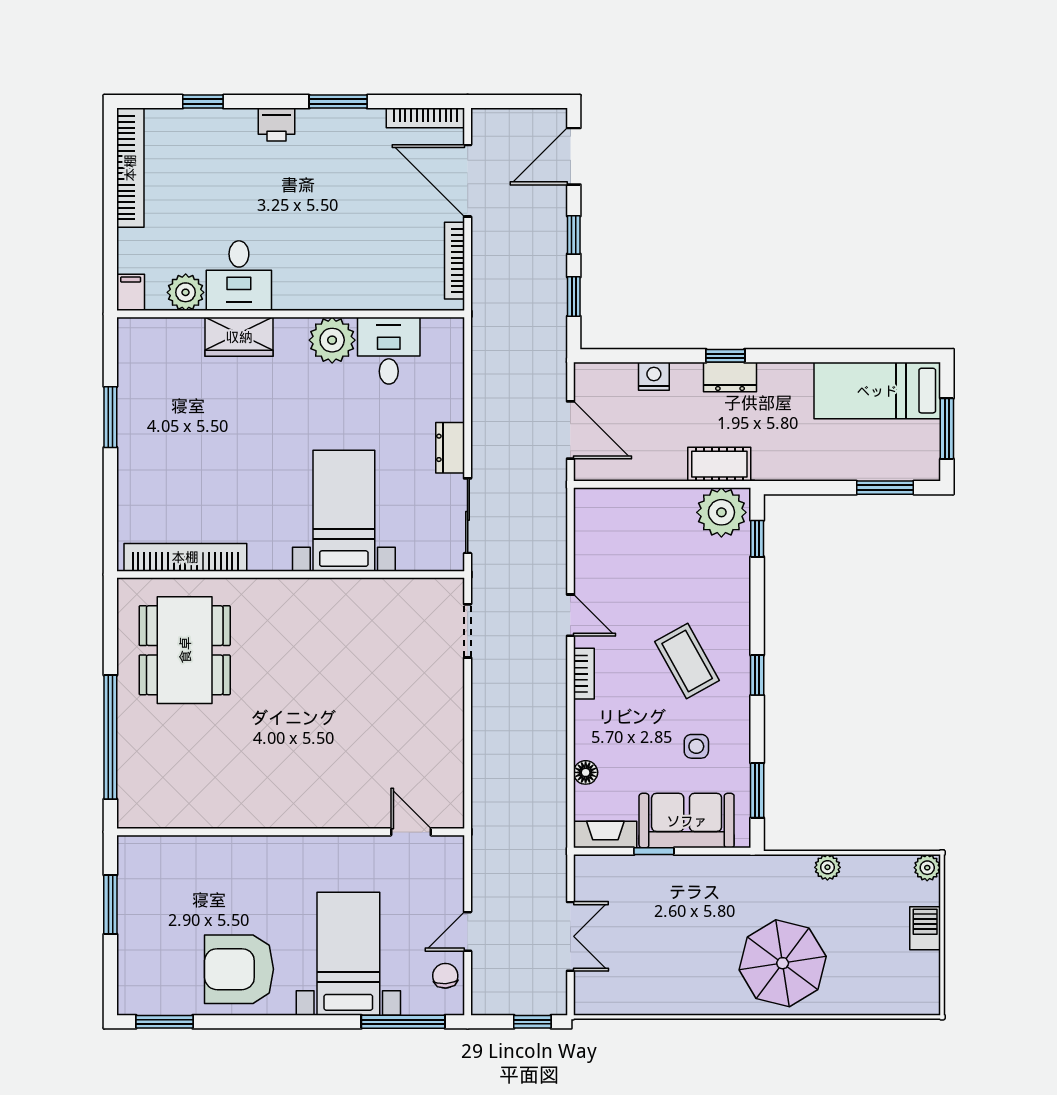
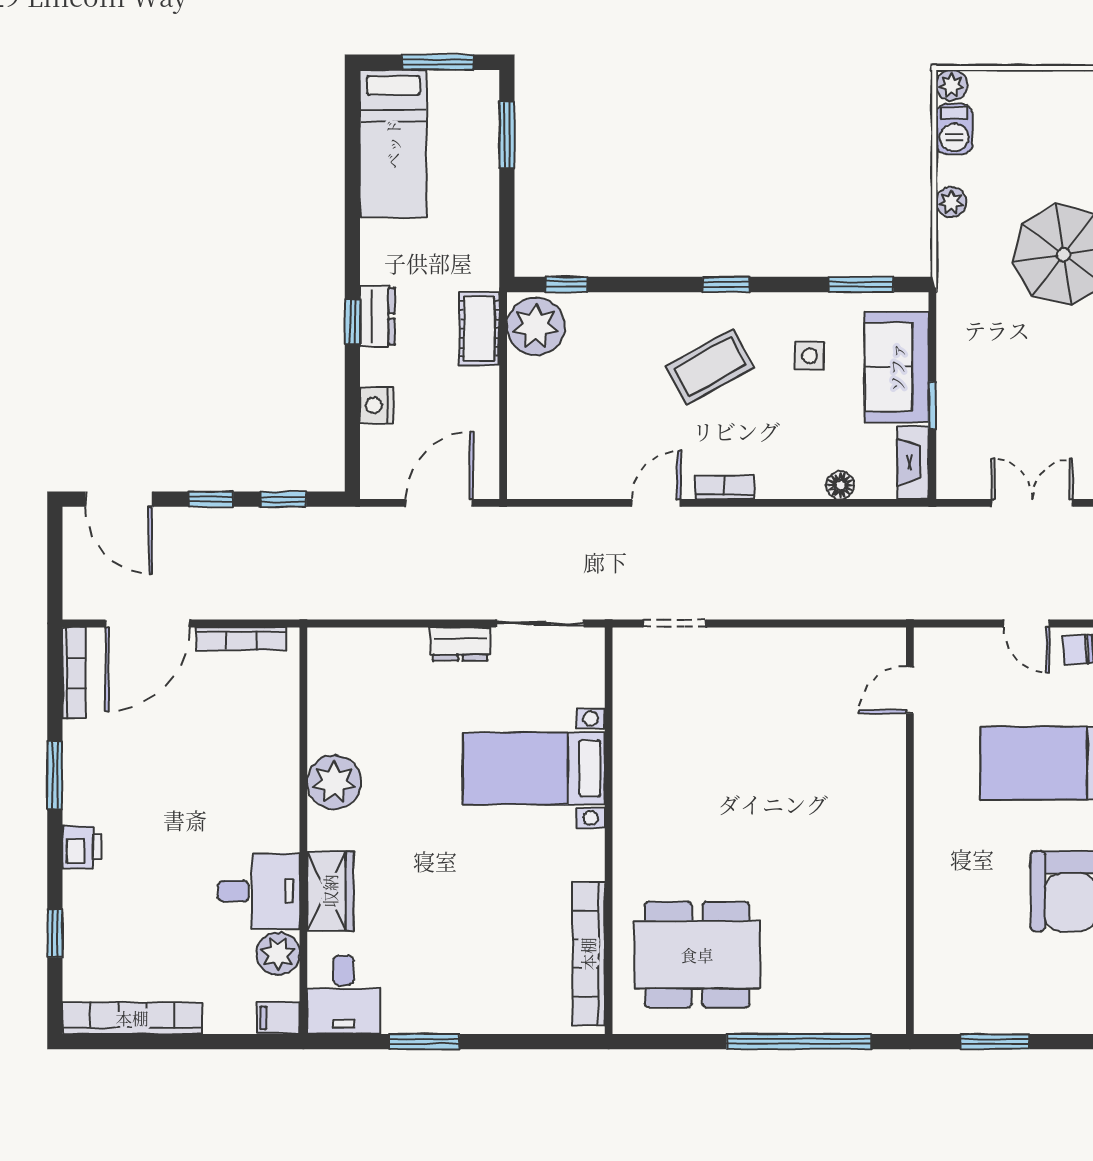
desk: (389, 351) -> (344, 995), moved, turned -90
barbecue: (925, 928) -> (954, 129), moved, turned -90

